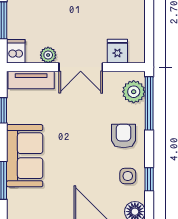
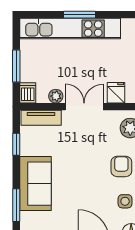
double door: (81, 67) -> (84, 107), swing flipped

